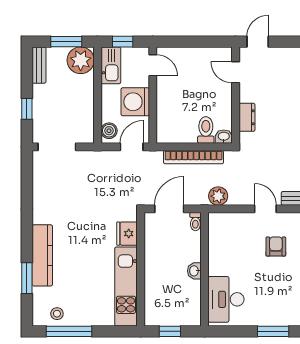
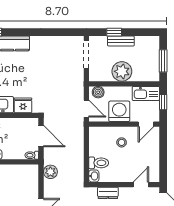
plant: (81, 60) -> (122, 71), moved
bench: (39, 65) -> (121, 41), moved
stool: (178, 99) -> (122, 142), added
bookcase: (194, 157) -> (79, 154), removed

